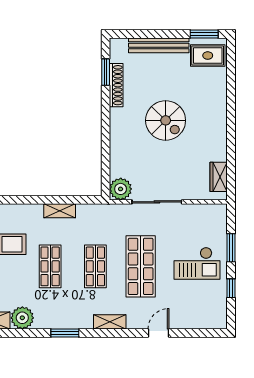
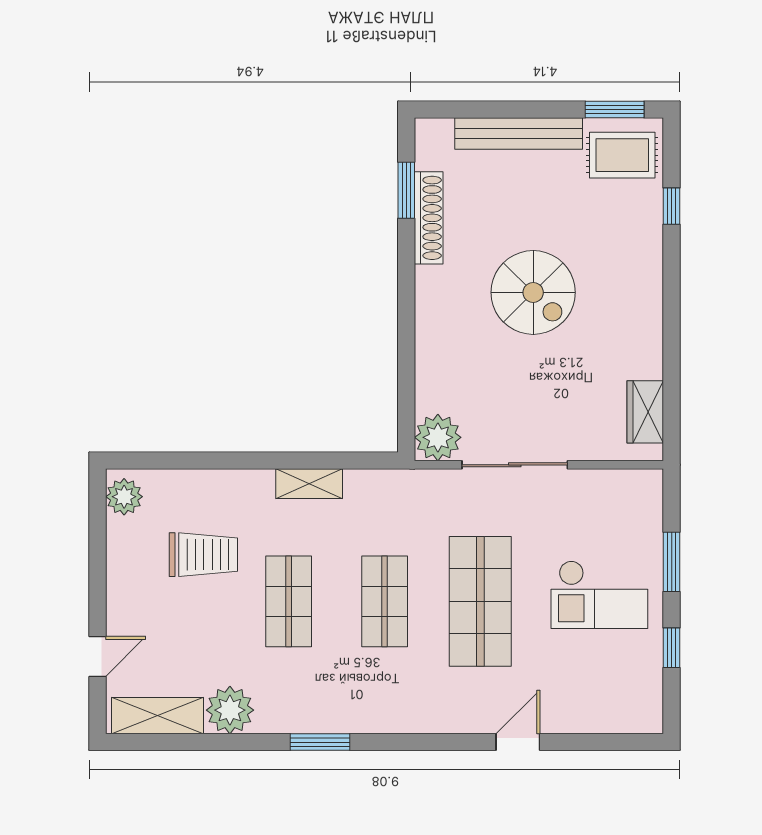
window: (231, 80) -> (672, 206), added
shelving: (110, 322) -> (415, 719), removed

